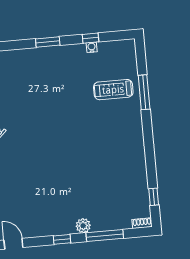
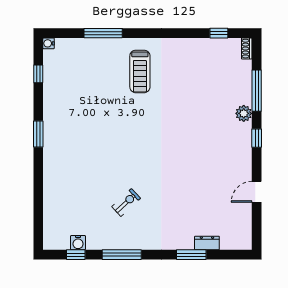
window: (90, 38) -> (38, 74), moved
water cooler: (92, 47) -> (49, 43), moved
treadmill: (113, 90) -> (140, 71), moved

